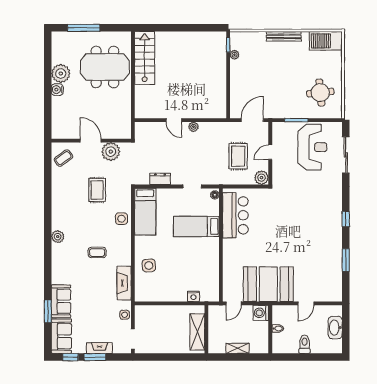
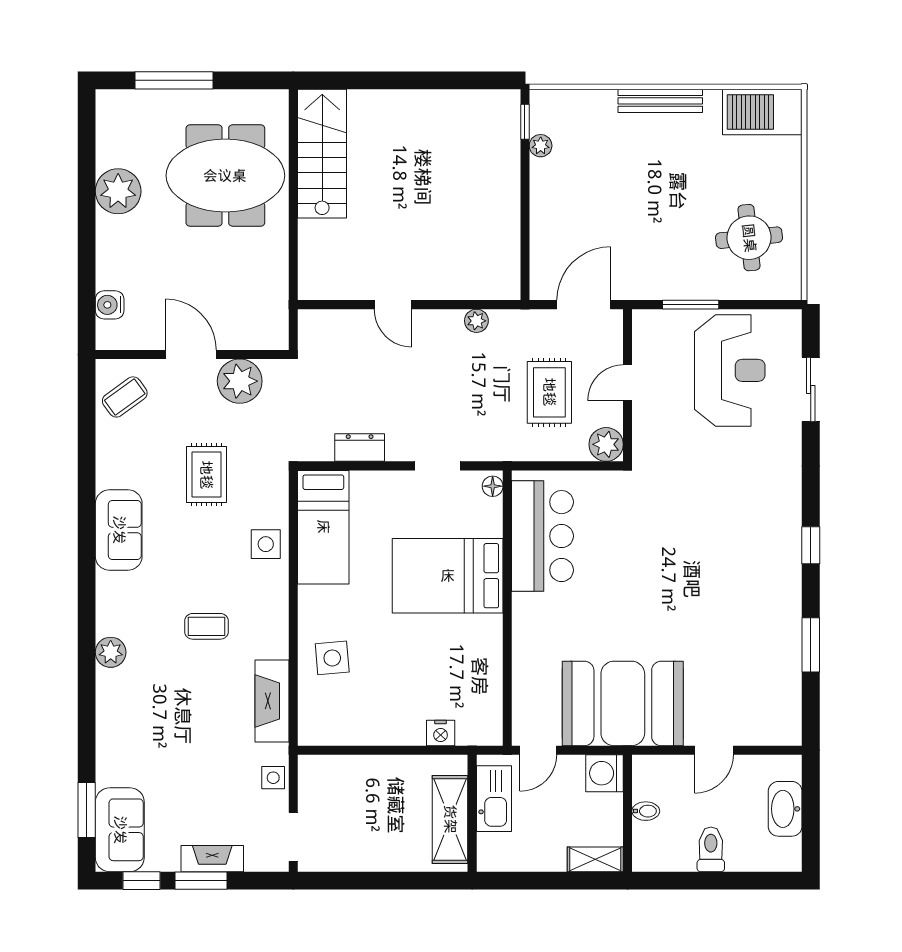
water cooler: (57, 90) -> (110, 305), moved
plant: (193, 127) -> (476, 321), moved
sliding door: (346, 155) -> (811, 389), width x0.73
bed: (196, 227) -> (448, 576), width x1.50
plant: (58, 237) -> (111, 652), moved
sofa: (61, 301) -> (119, 530), moved
window: (48, 311) -> (87, 810), moved
kitchen sink: (215, 323) -> (494, 799), added
shelving: (237, 348) -> (595, 859), moved

